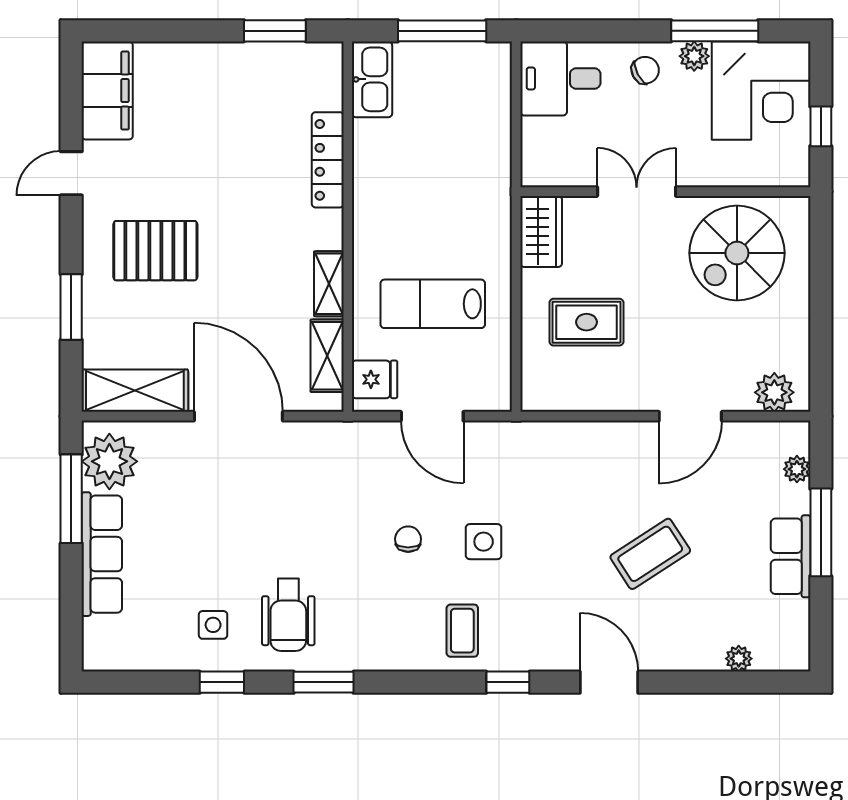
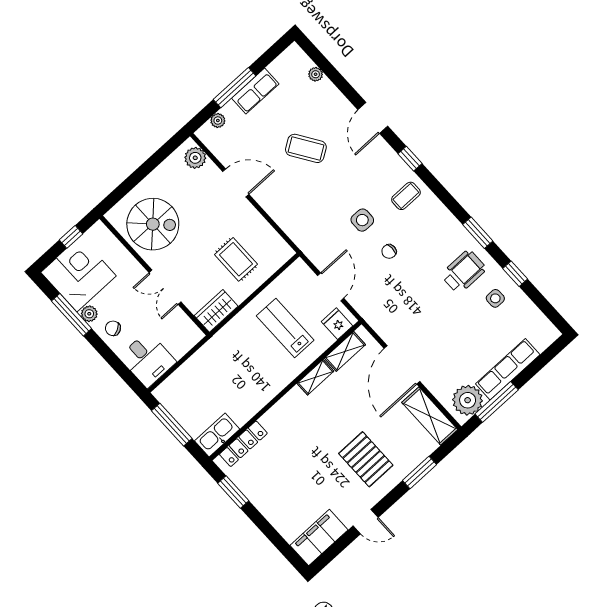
locker: (328, 160) -> (243, 444), moved
lab bench: (433, 304) -> (285, 328), turned 180

